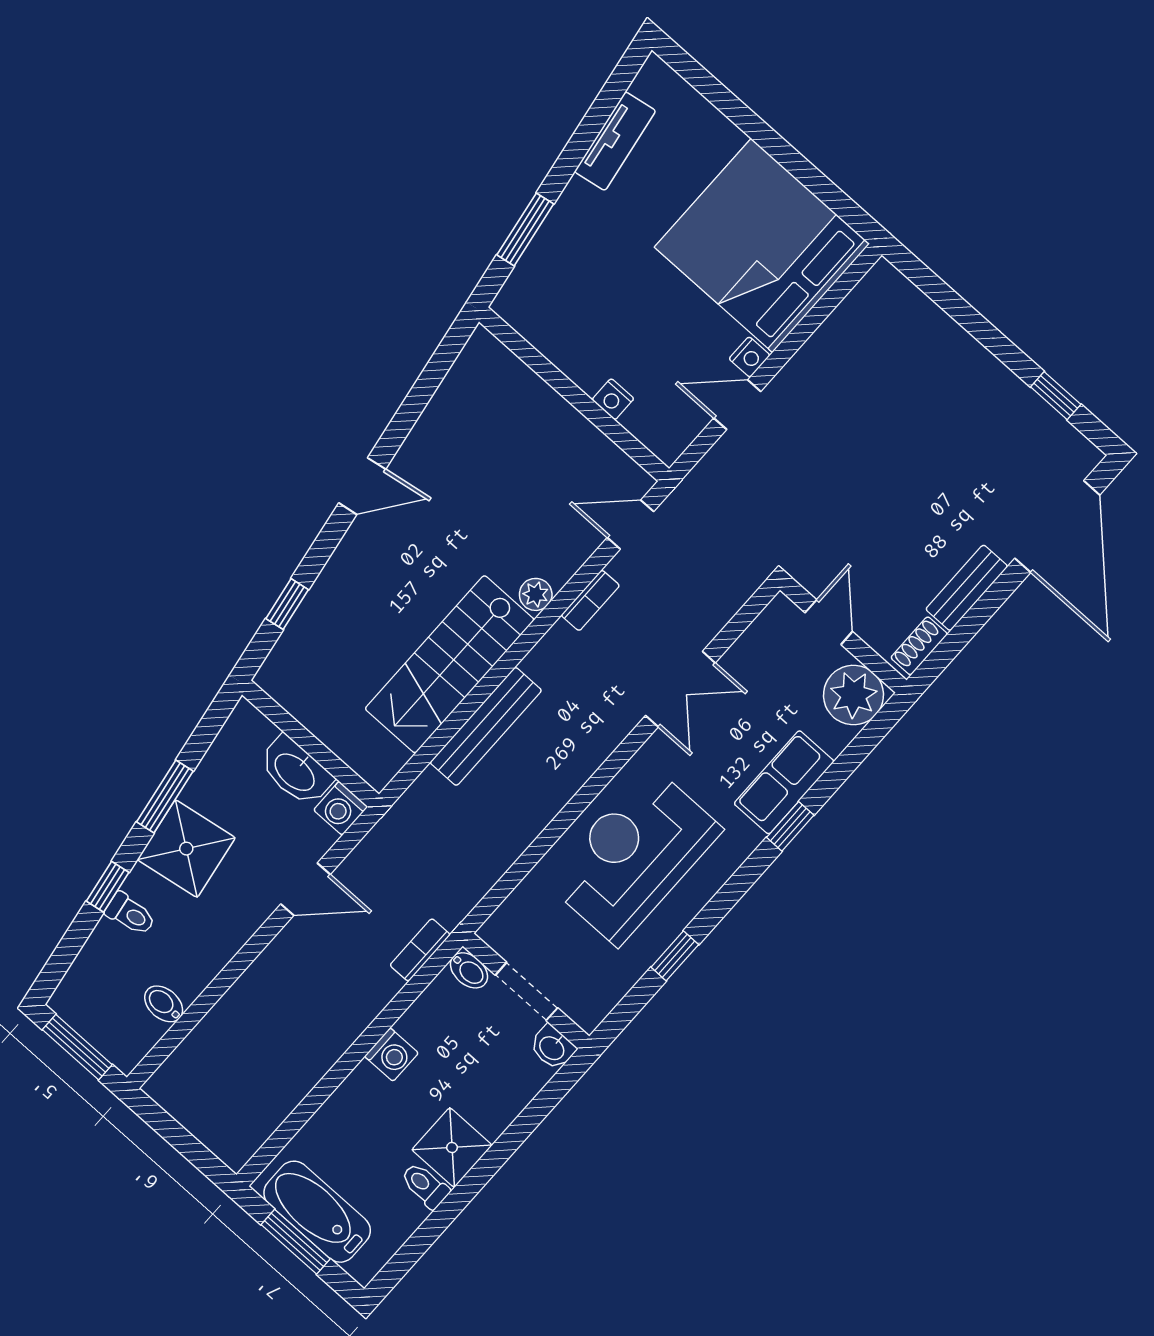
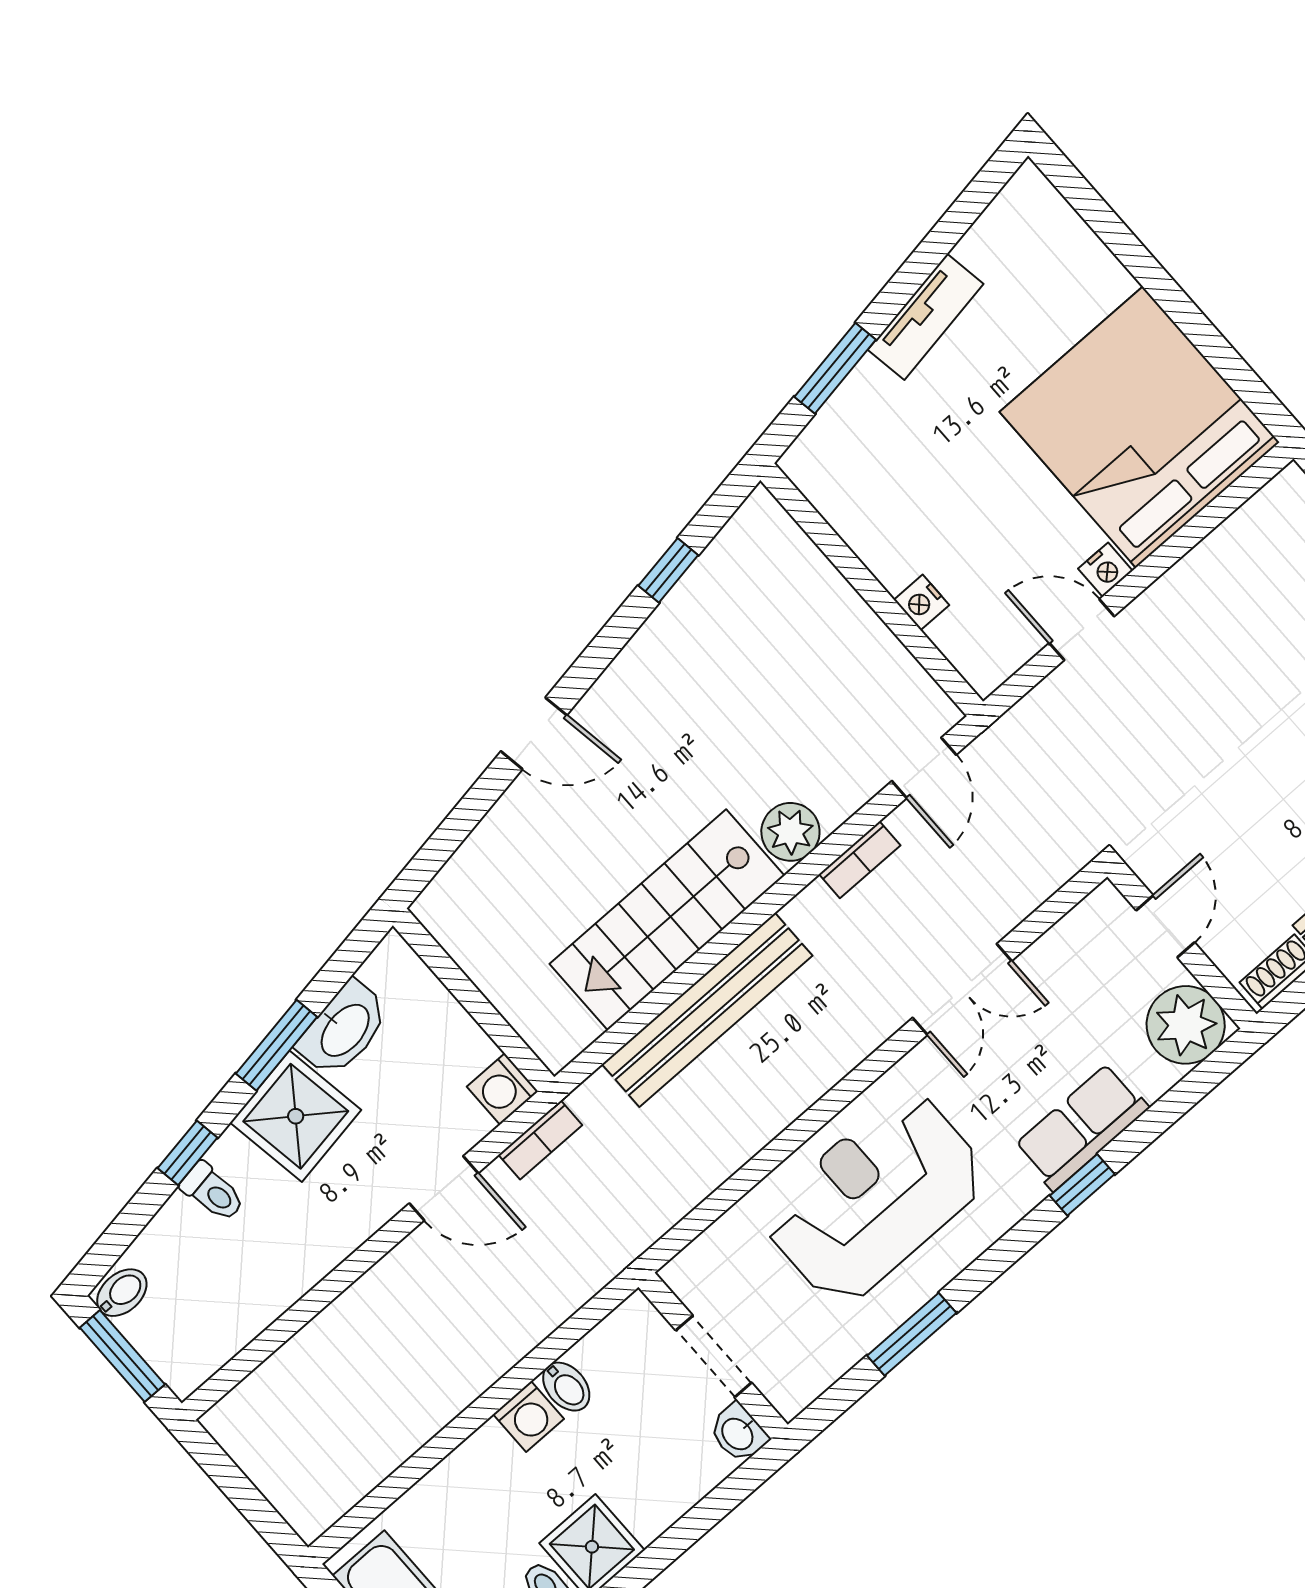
tv unit: (615, 141) -> (926, 317), moved
door: (362, 486) -> (534, 733), moved
door: (630, 525) -> (924, 768), swing flipped
plant: (536, 594) -> (790, 832), width x1.38, depth x1.38
window: (287, 604) -> (668, 570), moved
bench: (486, 726) -> (707, 1010), width x1.37, depth x1.21
washbasin: (295, 771) -> (344, 1029), moved, turned -99
bookcase: (420, 950) -> (540, 1140), moved, turned 180
window: (675, 956) -> (912, 1334), width x1.50
bidet: (469, 970) -> (566, 1387), moved
bidet: (164, 1004) -> (122, 1293), moved, turned 90

